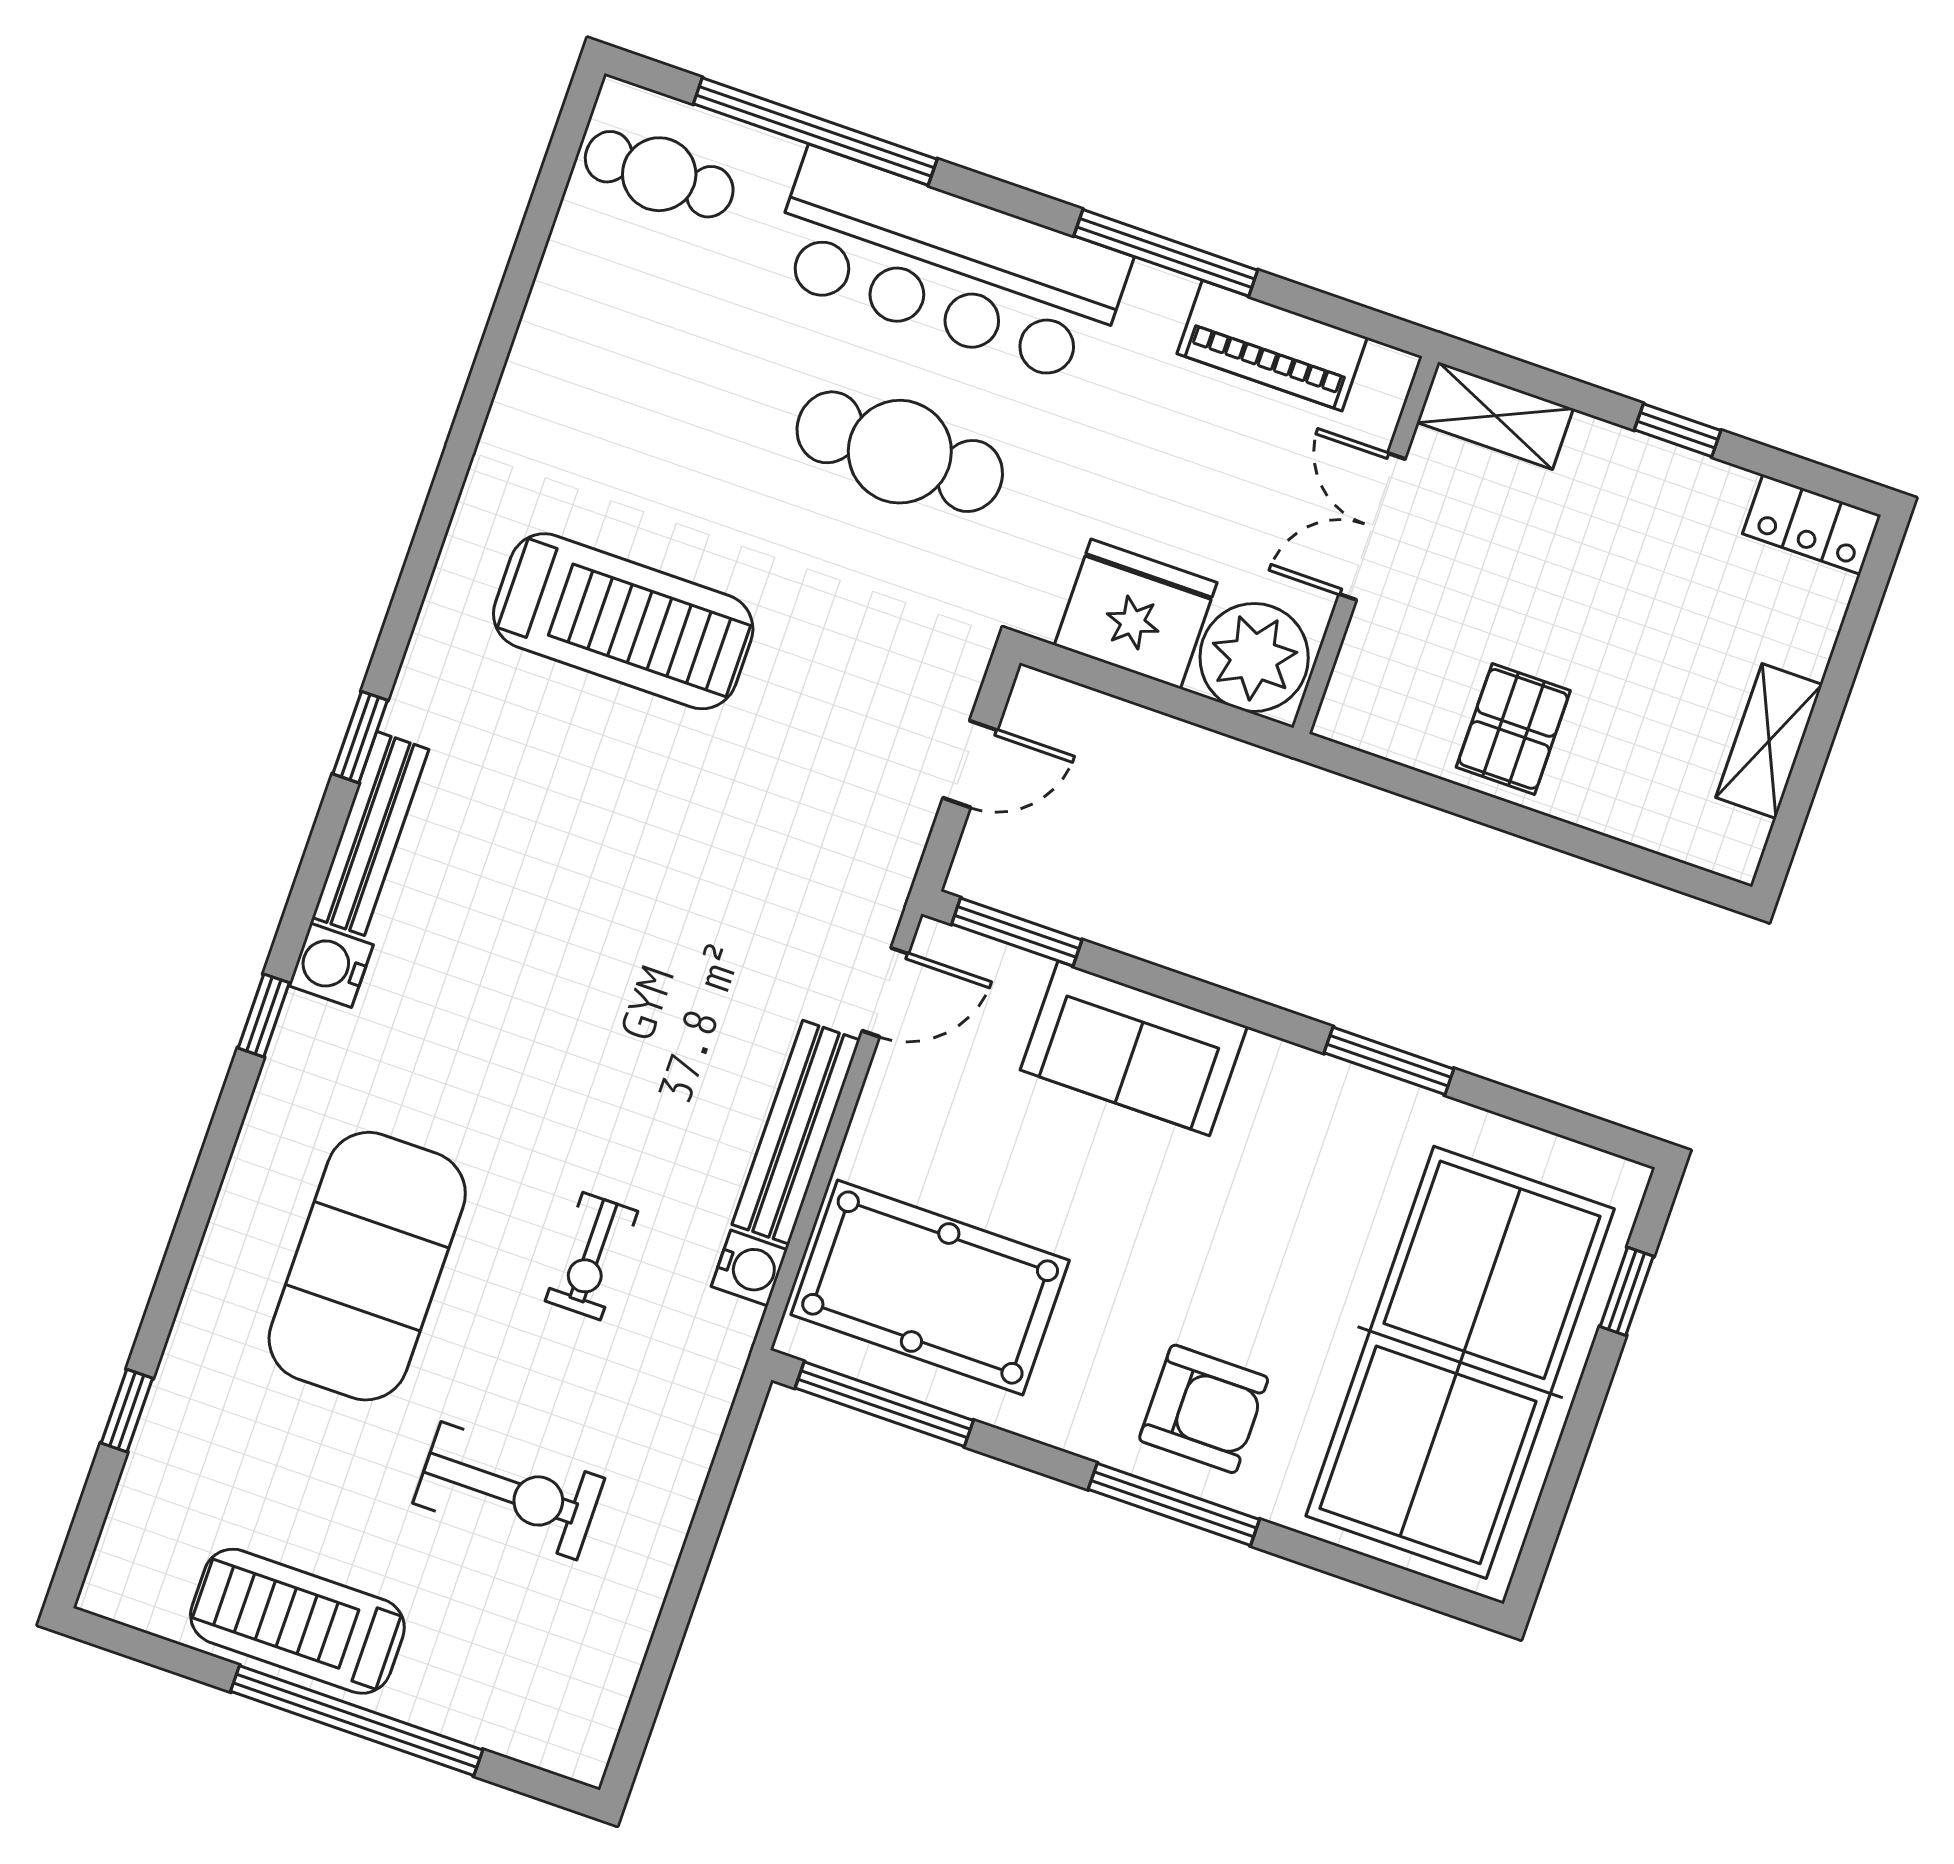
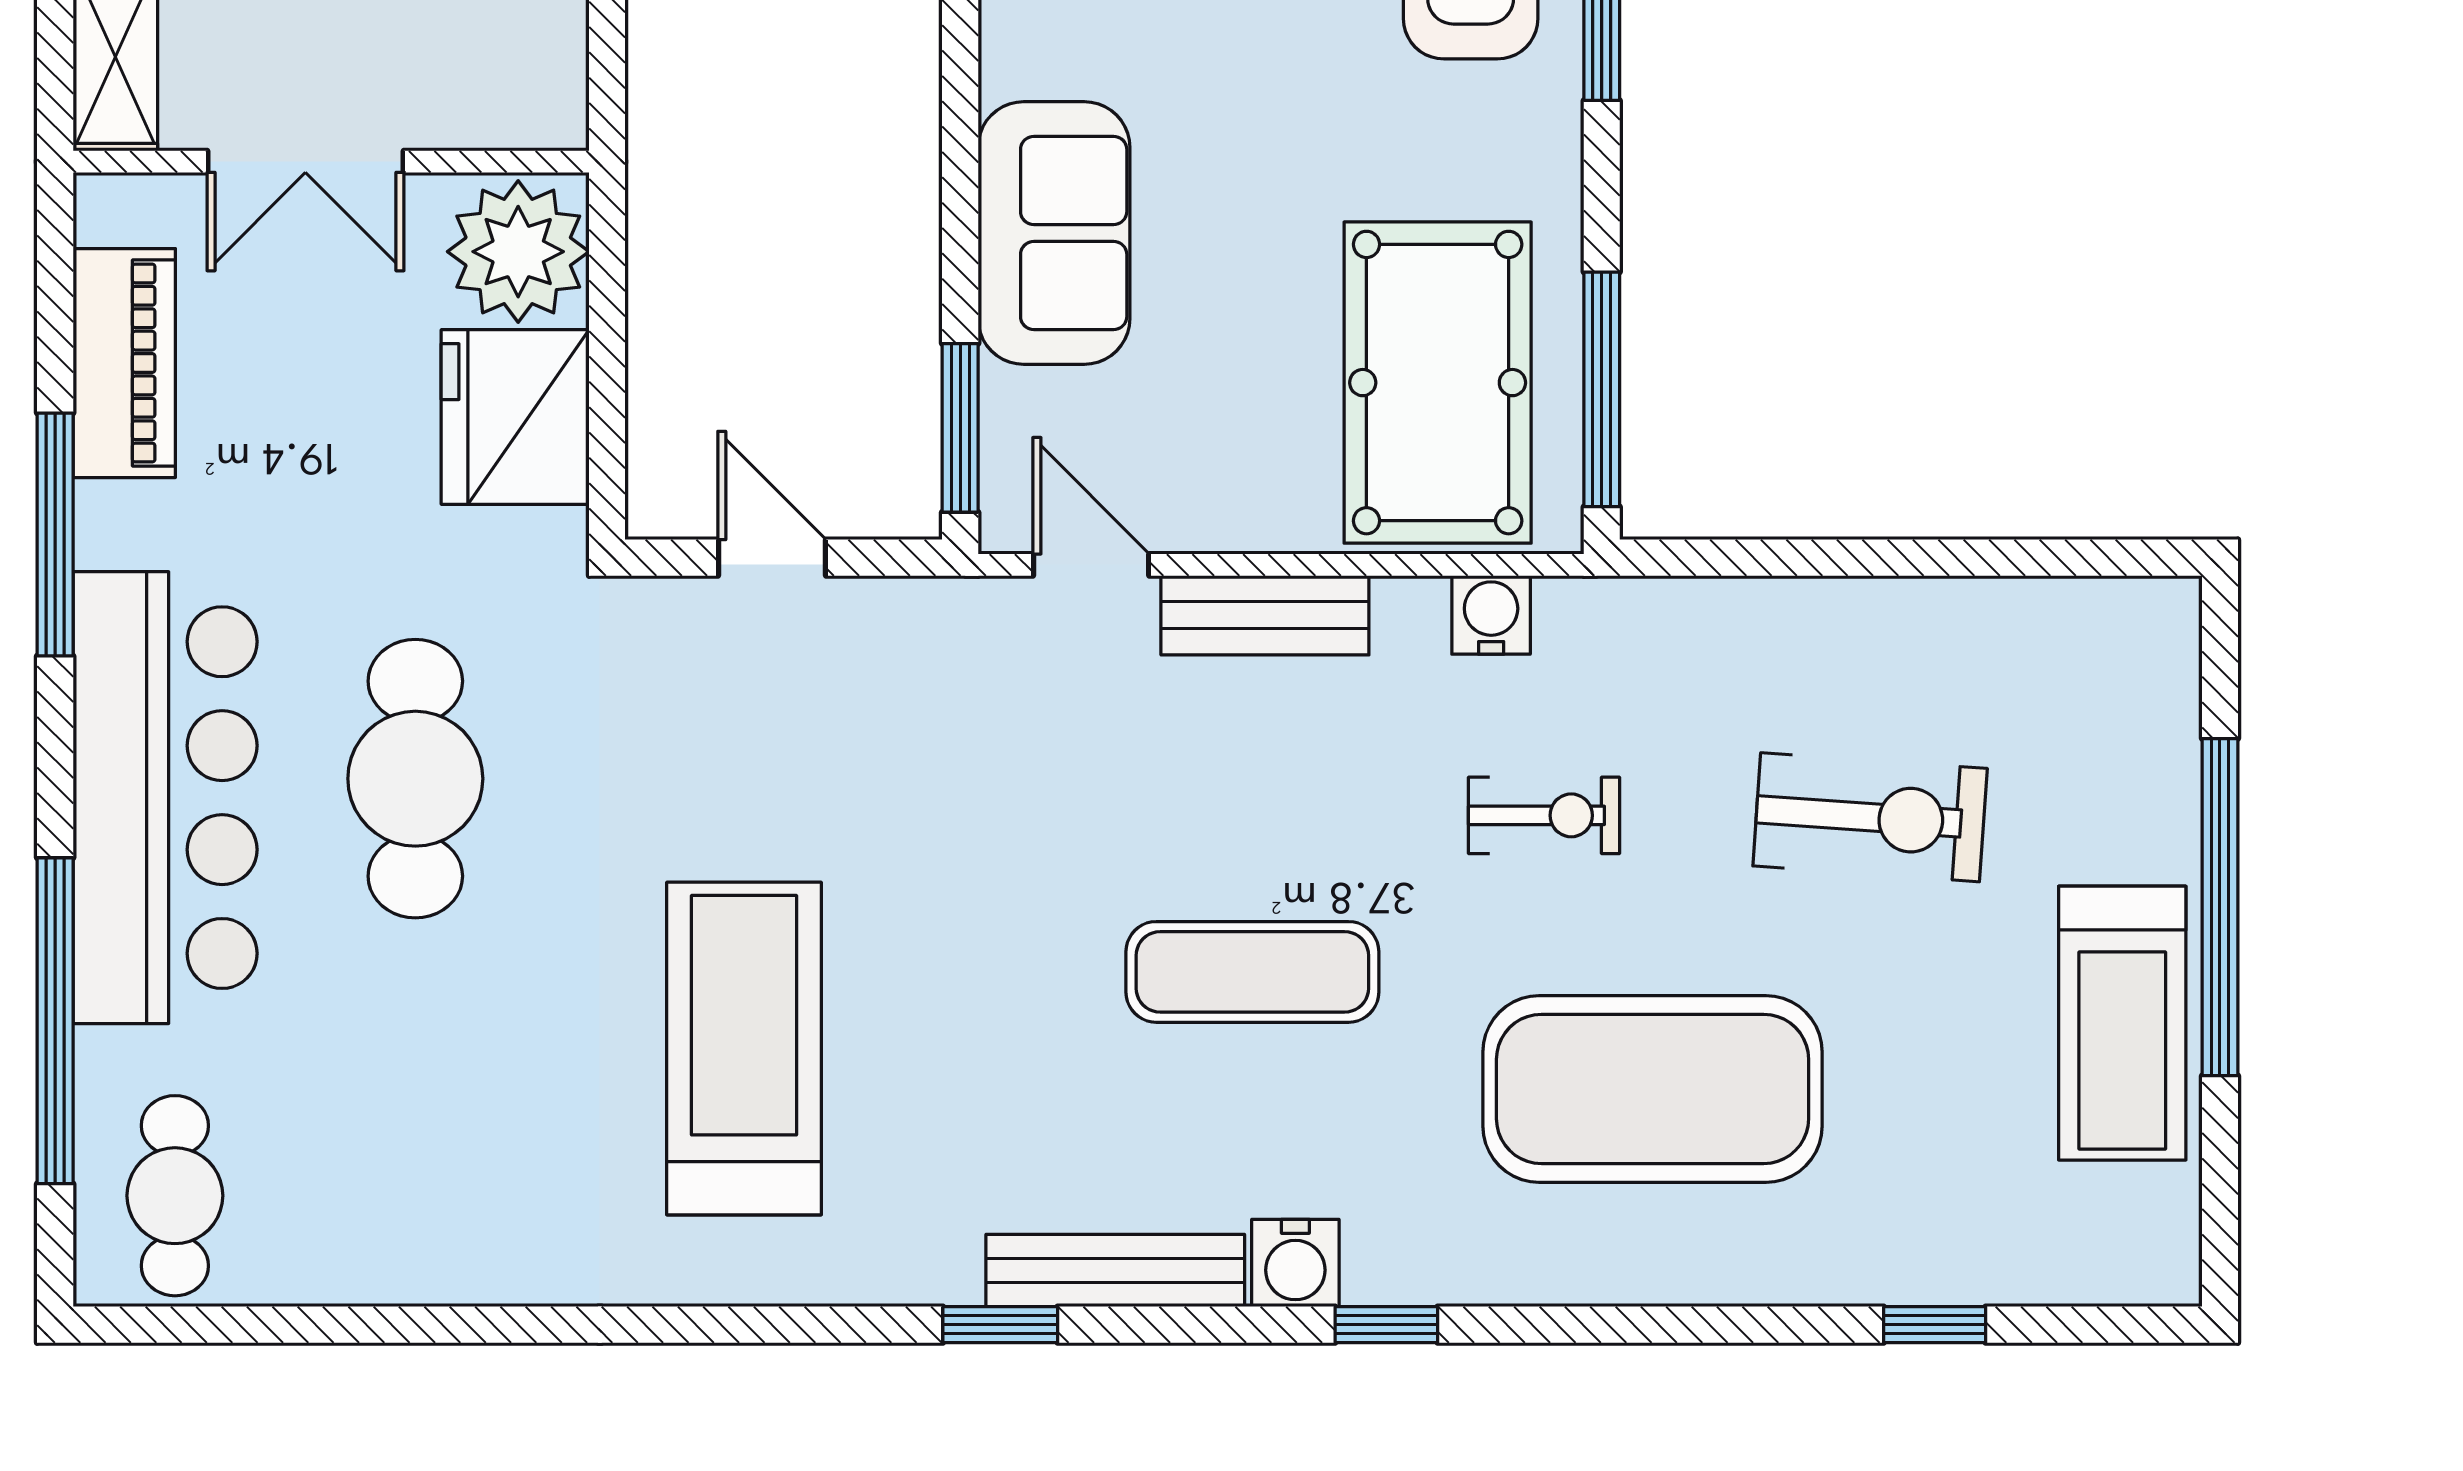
exercise mat: (552, 1007) -> (1252, 972), added
bench: (796, 1132) -> (1265, 615), width x0.73
exercise bike: (509, 1491) -> (1870, 817), turned 94

